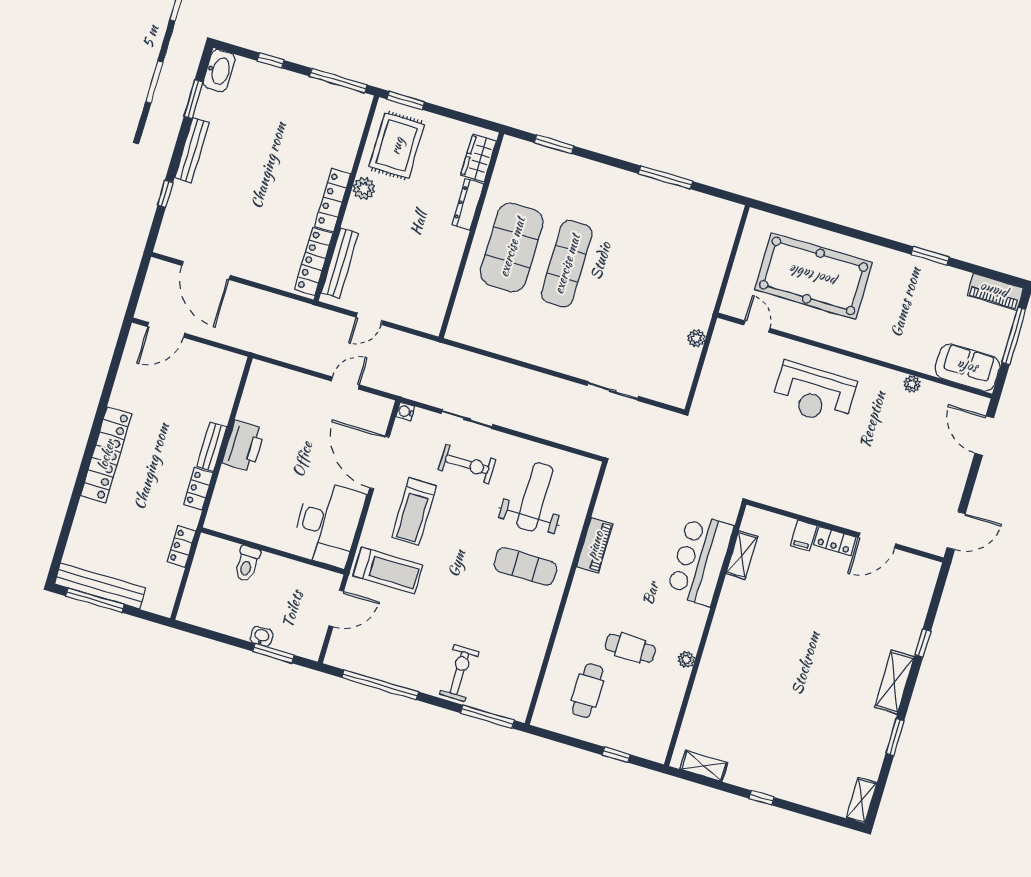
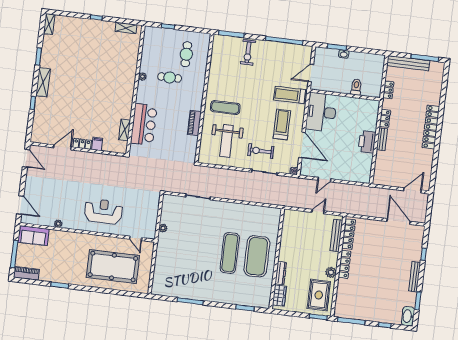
door: (956, 531) -> (26, 158), swing flipped
bench: (100, 586) -> (408, 63), moved

